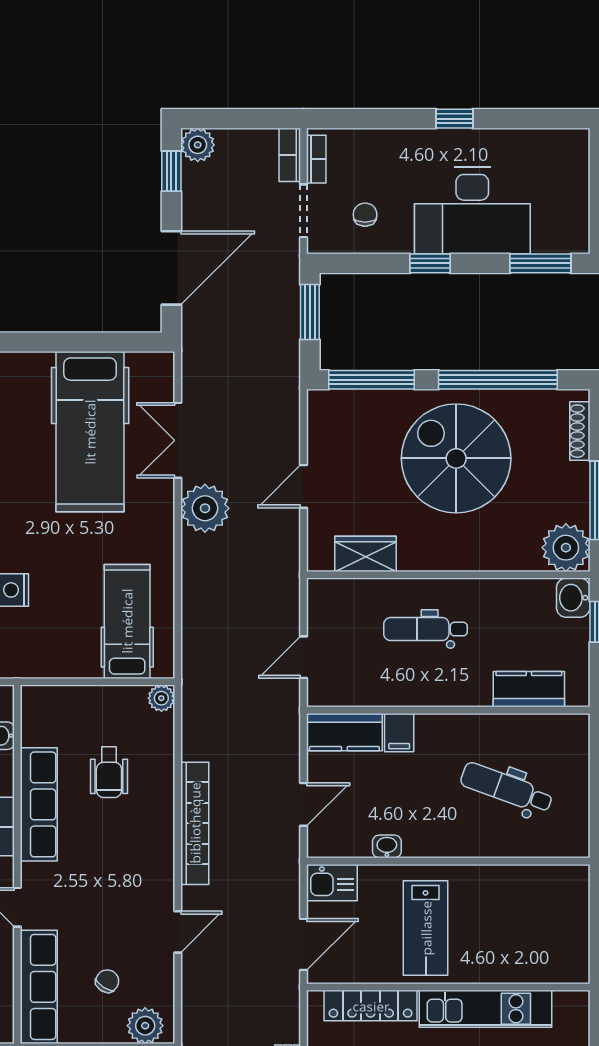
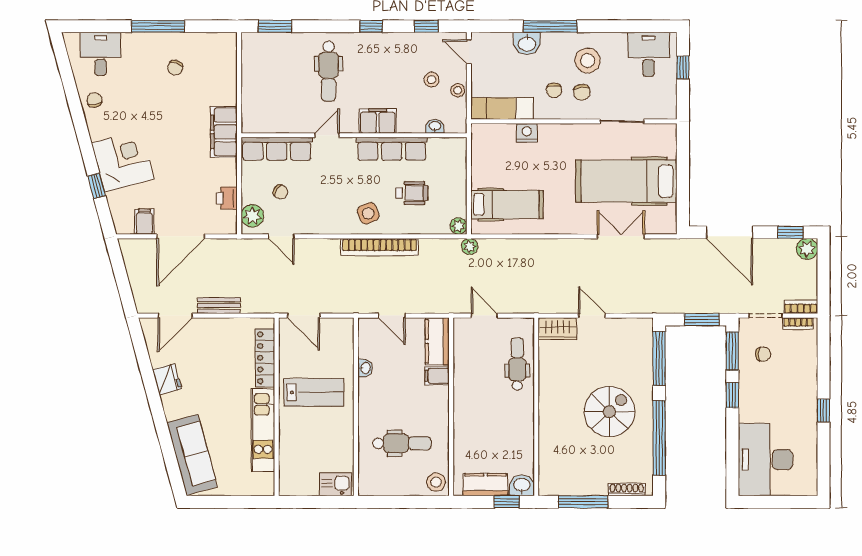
desk: (472, 211) -> (766, 460), moved
window: (540, 263) -> (732, 351), moved
spiral stairs: (456, 458) -> (610, 412), width x0.73, depth x0.73
plant: (205, 508) -> (470, 246), moved, width x0.53, depth x0.53
plant: (566, 548) -> (553, 481), removed
wardrobe: (365, 554) -> (557, 329), moved, turned 90
dental chair: (426, 629) -> (517, 364), moved
kitchen counter: (529, 689) -> (485, 485), moved, turned -90
stool: (568, 734) -> (436, 482), added
wheelchair: (109, 772) -> (412, 193), turned 180
dental chair: (506, 788) -> (402, 443), turned 70
side table: (141, 842) -> (368, 213), added
kitchen sink: (332, 883) -> (336, 484), moved, turned 90
lab bench: (426, 928) -> (314, 392), turned 180
door: (178, 932) -> (281, 236), moved

